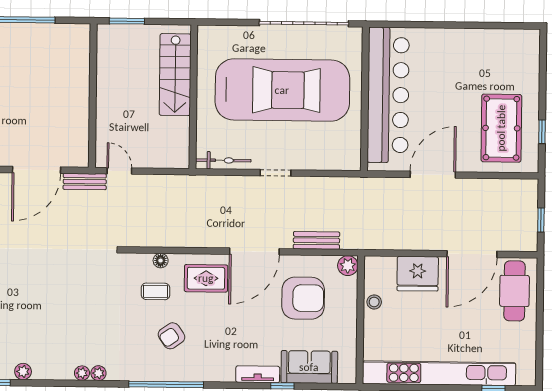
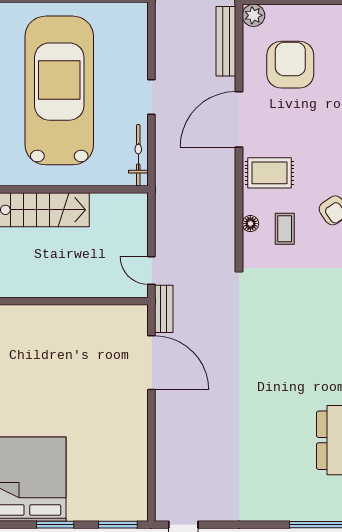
door: (119, 171) -> (151, 271), hinge flipped
bench: (316, 240) -> (226, 41), width x1.36
door: (254, 251) -> (239, 119), swing flipped
rug: (206, 278) -> (269, 173), turned 90

